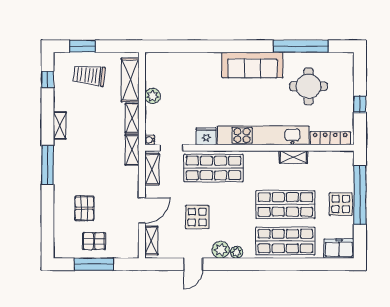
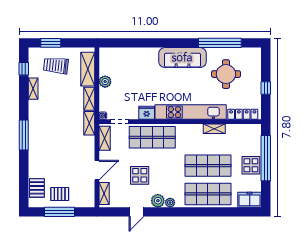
shelving: (60, 126) -> (33, 89), moved
pallet: (84, 208) -> (37, 188), moved

